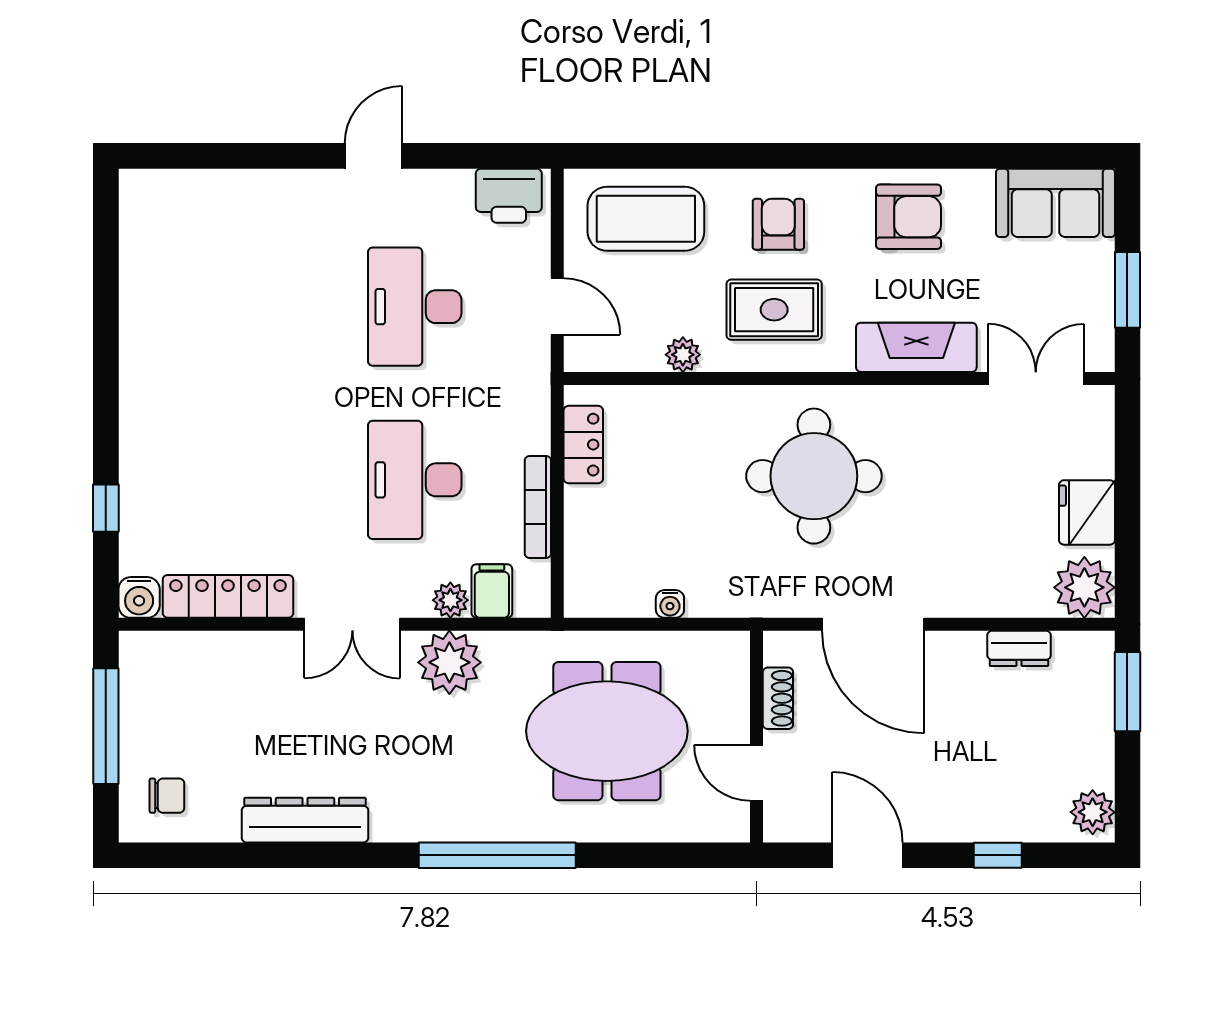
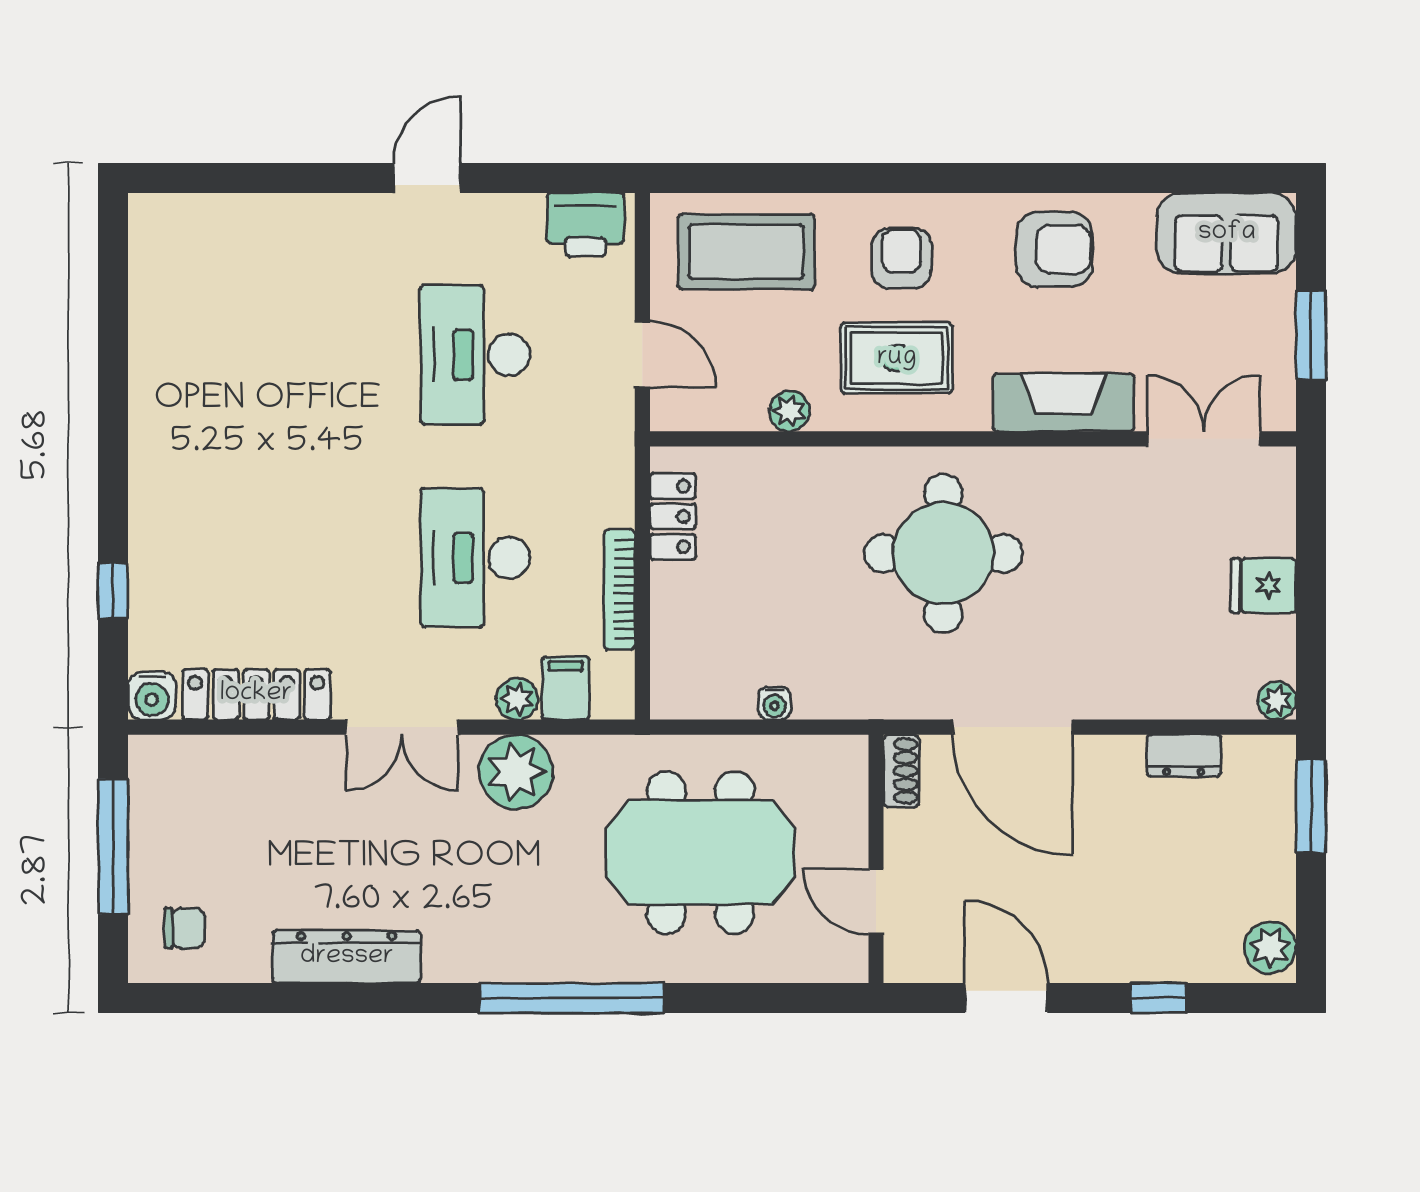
fridge: (1087, 512) -> (1263, 586), width x0.72
plant: (1084, 587) -> (1277, 701), width x0.53, depth x0.53
shoe rack: (778, 698) -> (901, 771), moved

